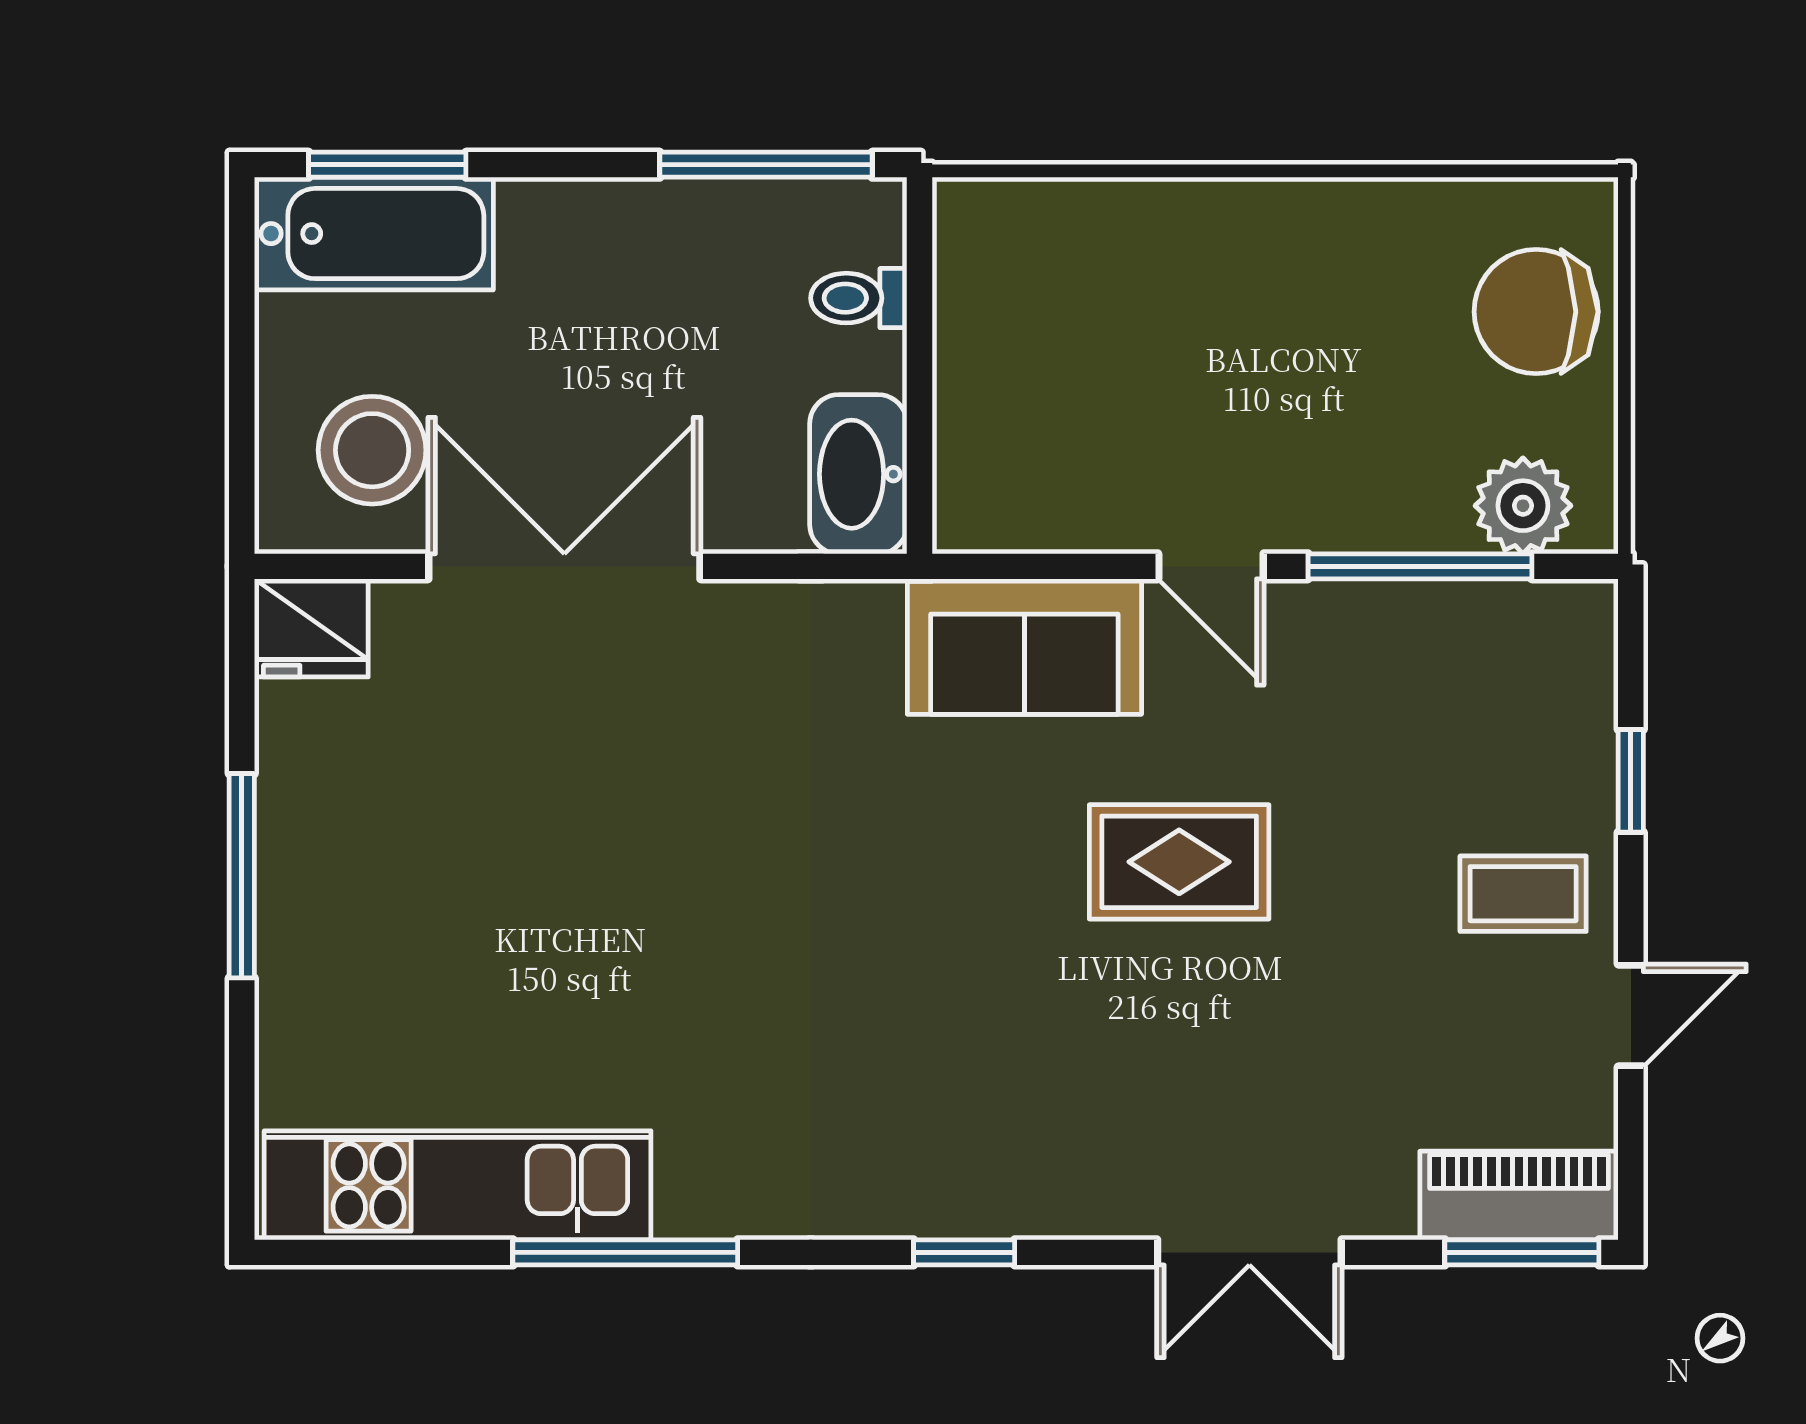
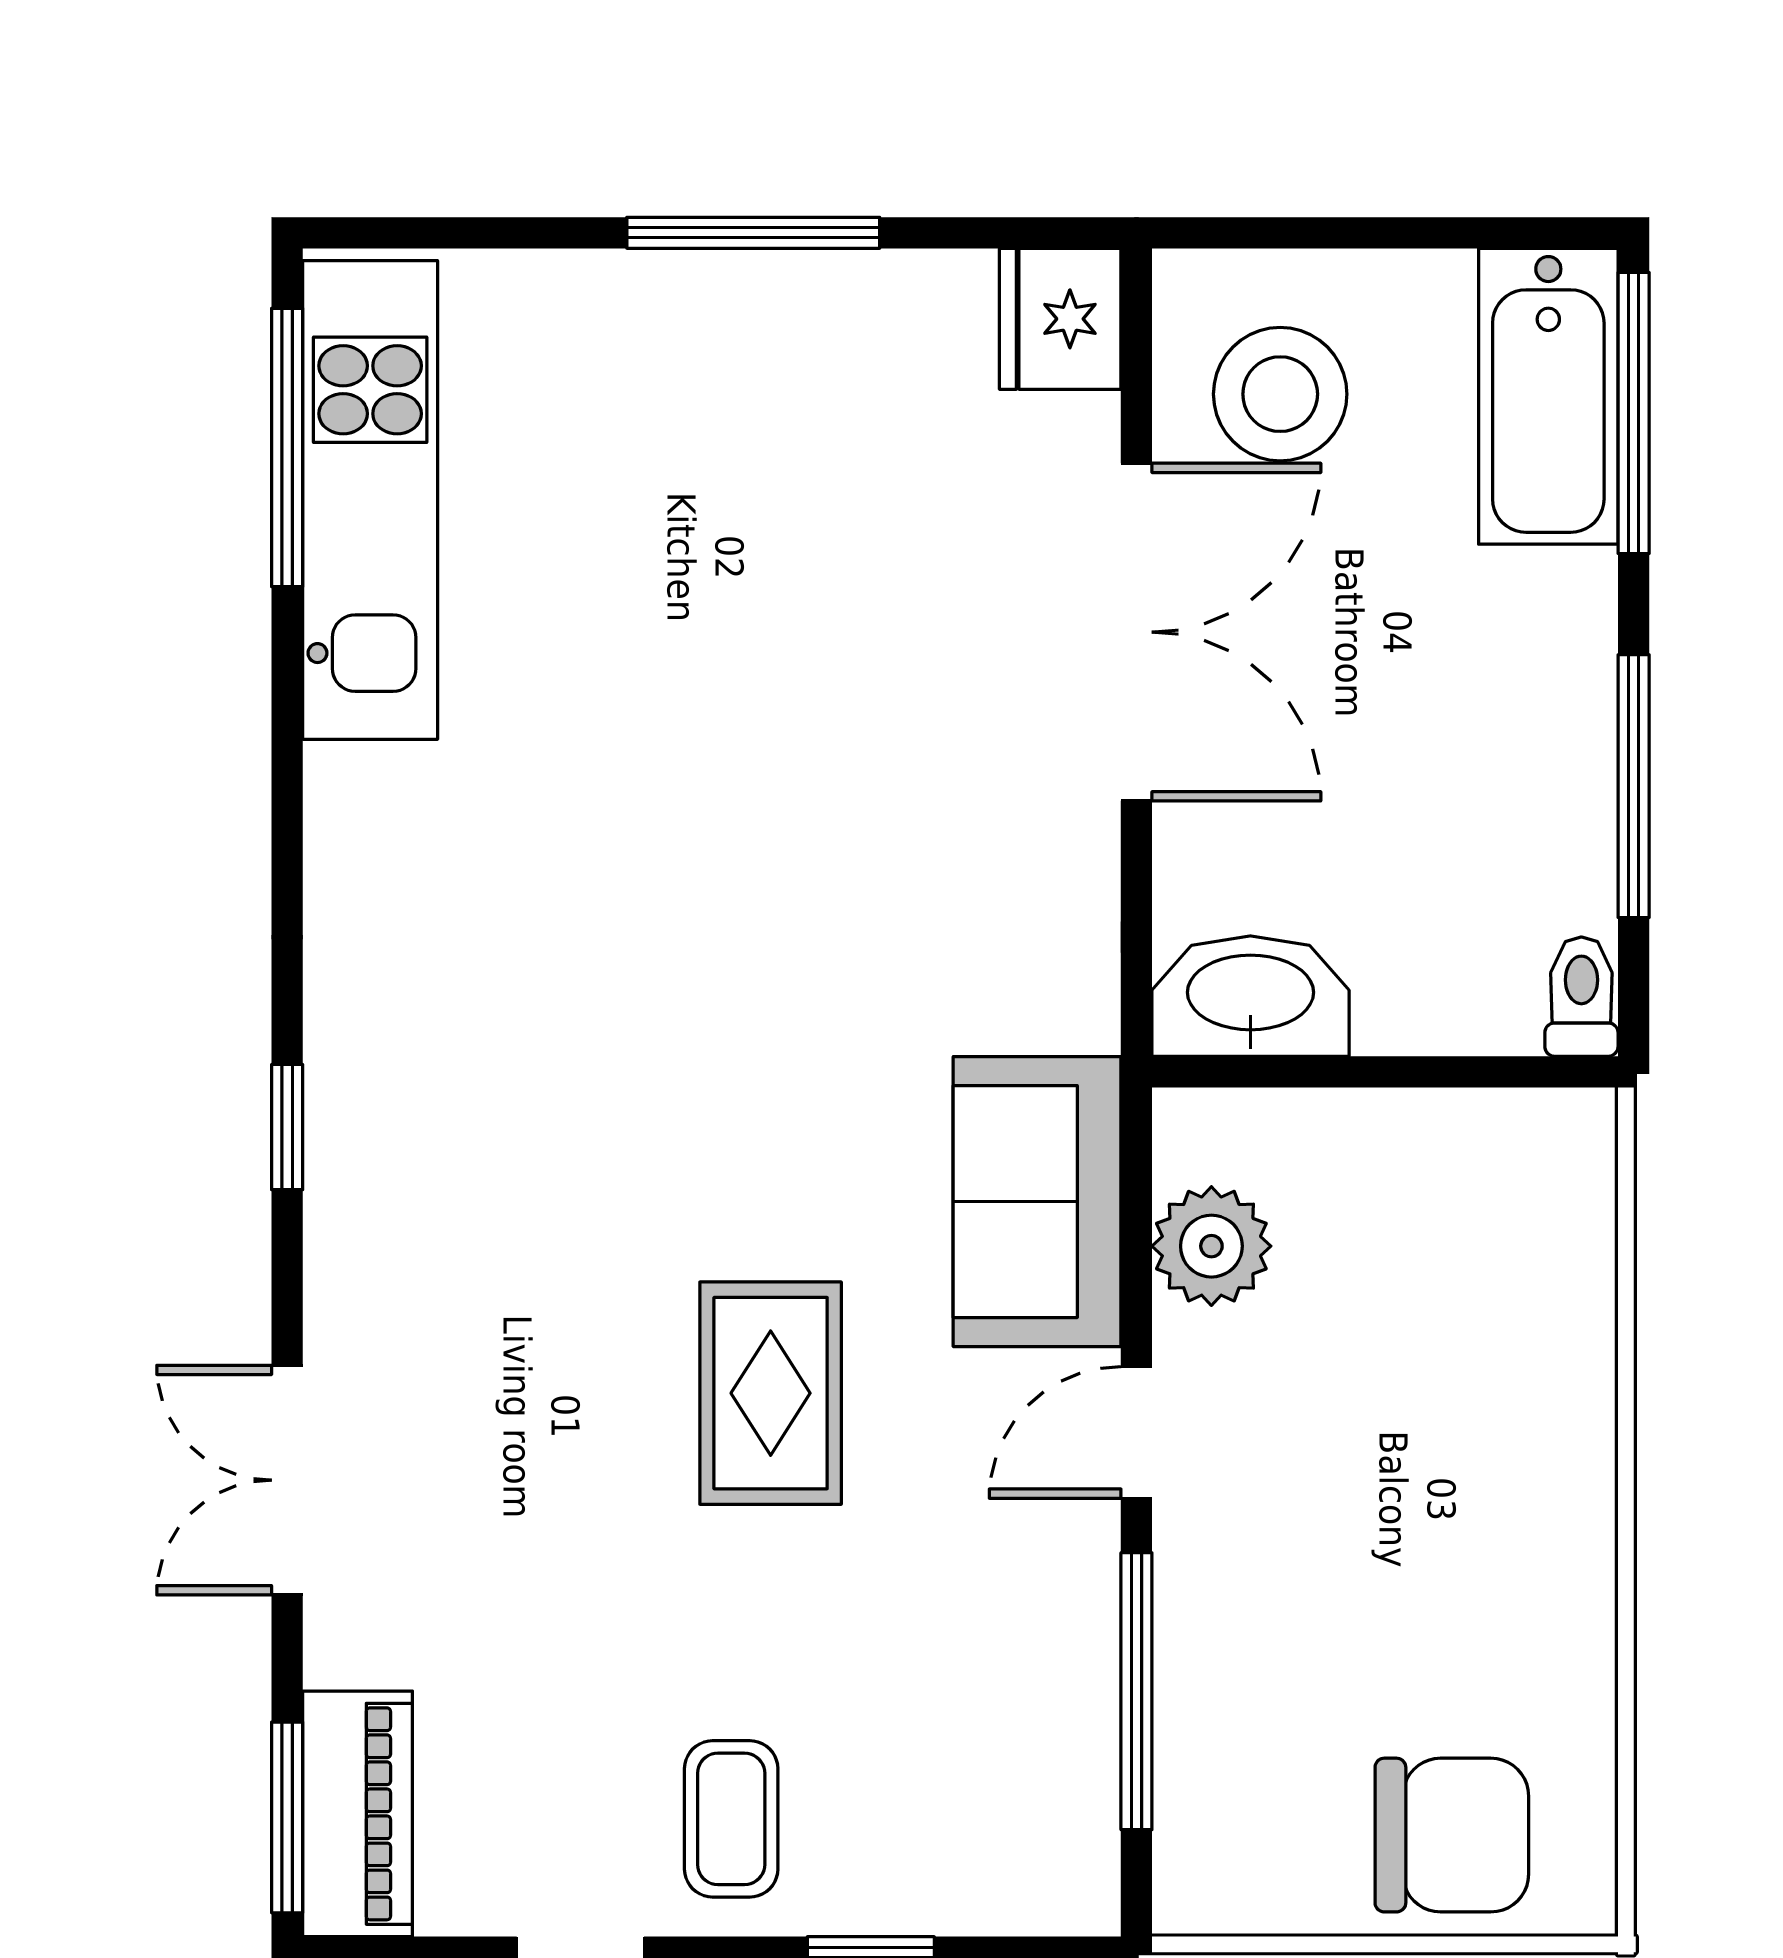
window: (387, 165) -> (1634, 413), width x1.44
window: (766, 165) -> (1634, 786), moved
toilet: (859, 298) -> (1581, 997), moved
chair: (1536, 312) -> (1452, 1835), turned 90
plant: (1523, 506) -> (1211, 1246), moved
window: (625, 1252) -> (287, 448), moved

